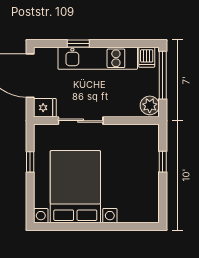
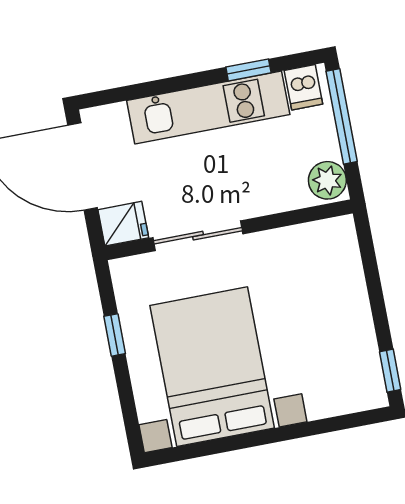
window: (78, 44) -> (248, 70), moved
window: (163, 162) -> (390, 371), moved

